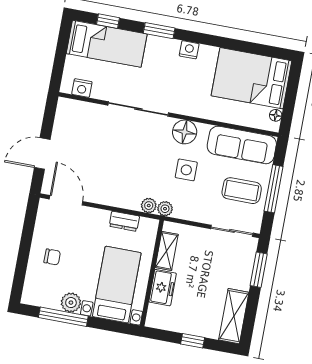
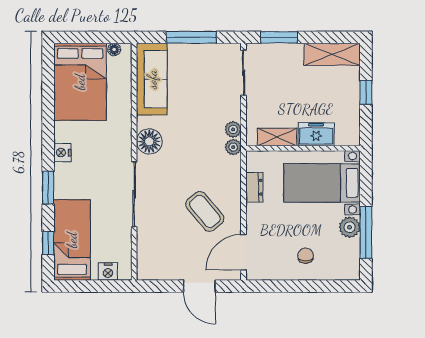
nightstand: (82, 88) -> (108, 272), moved, turned 90
side table: (186, 170) -> (189, 132), removed
coffee table: (242, 191) -> (205, 211), moved, turned -40
plant: (149, 206) -> (233, 129), moved

